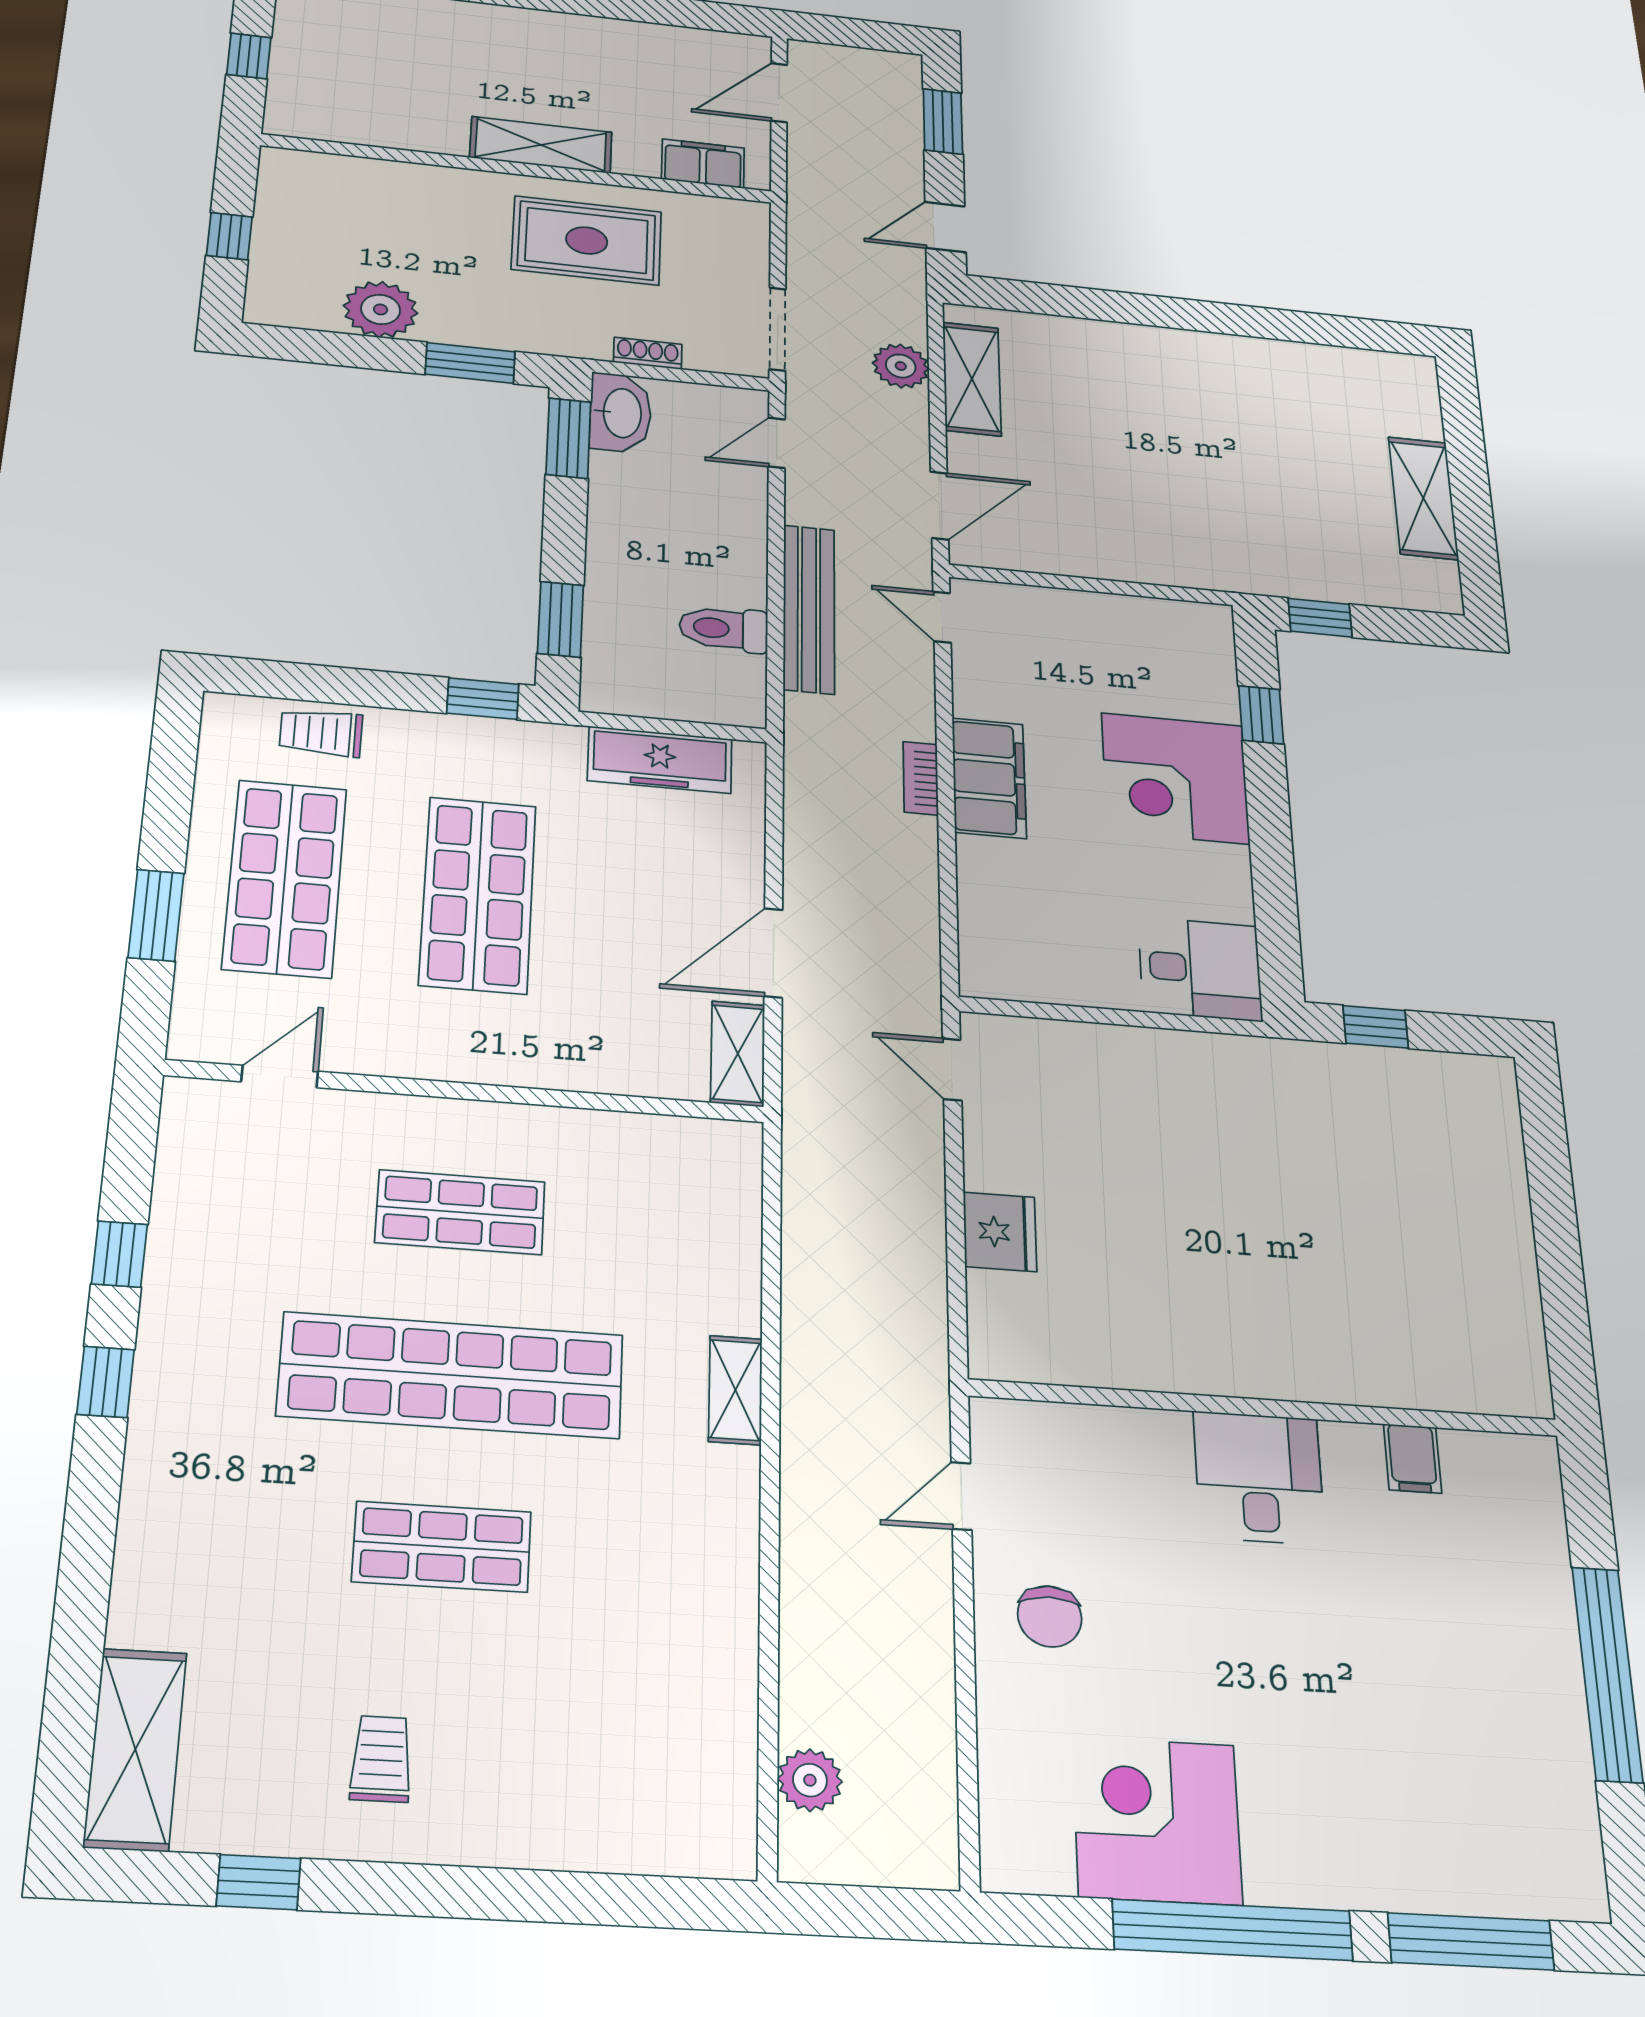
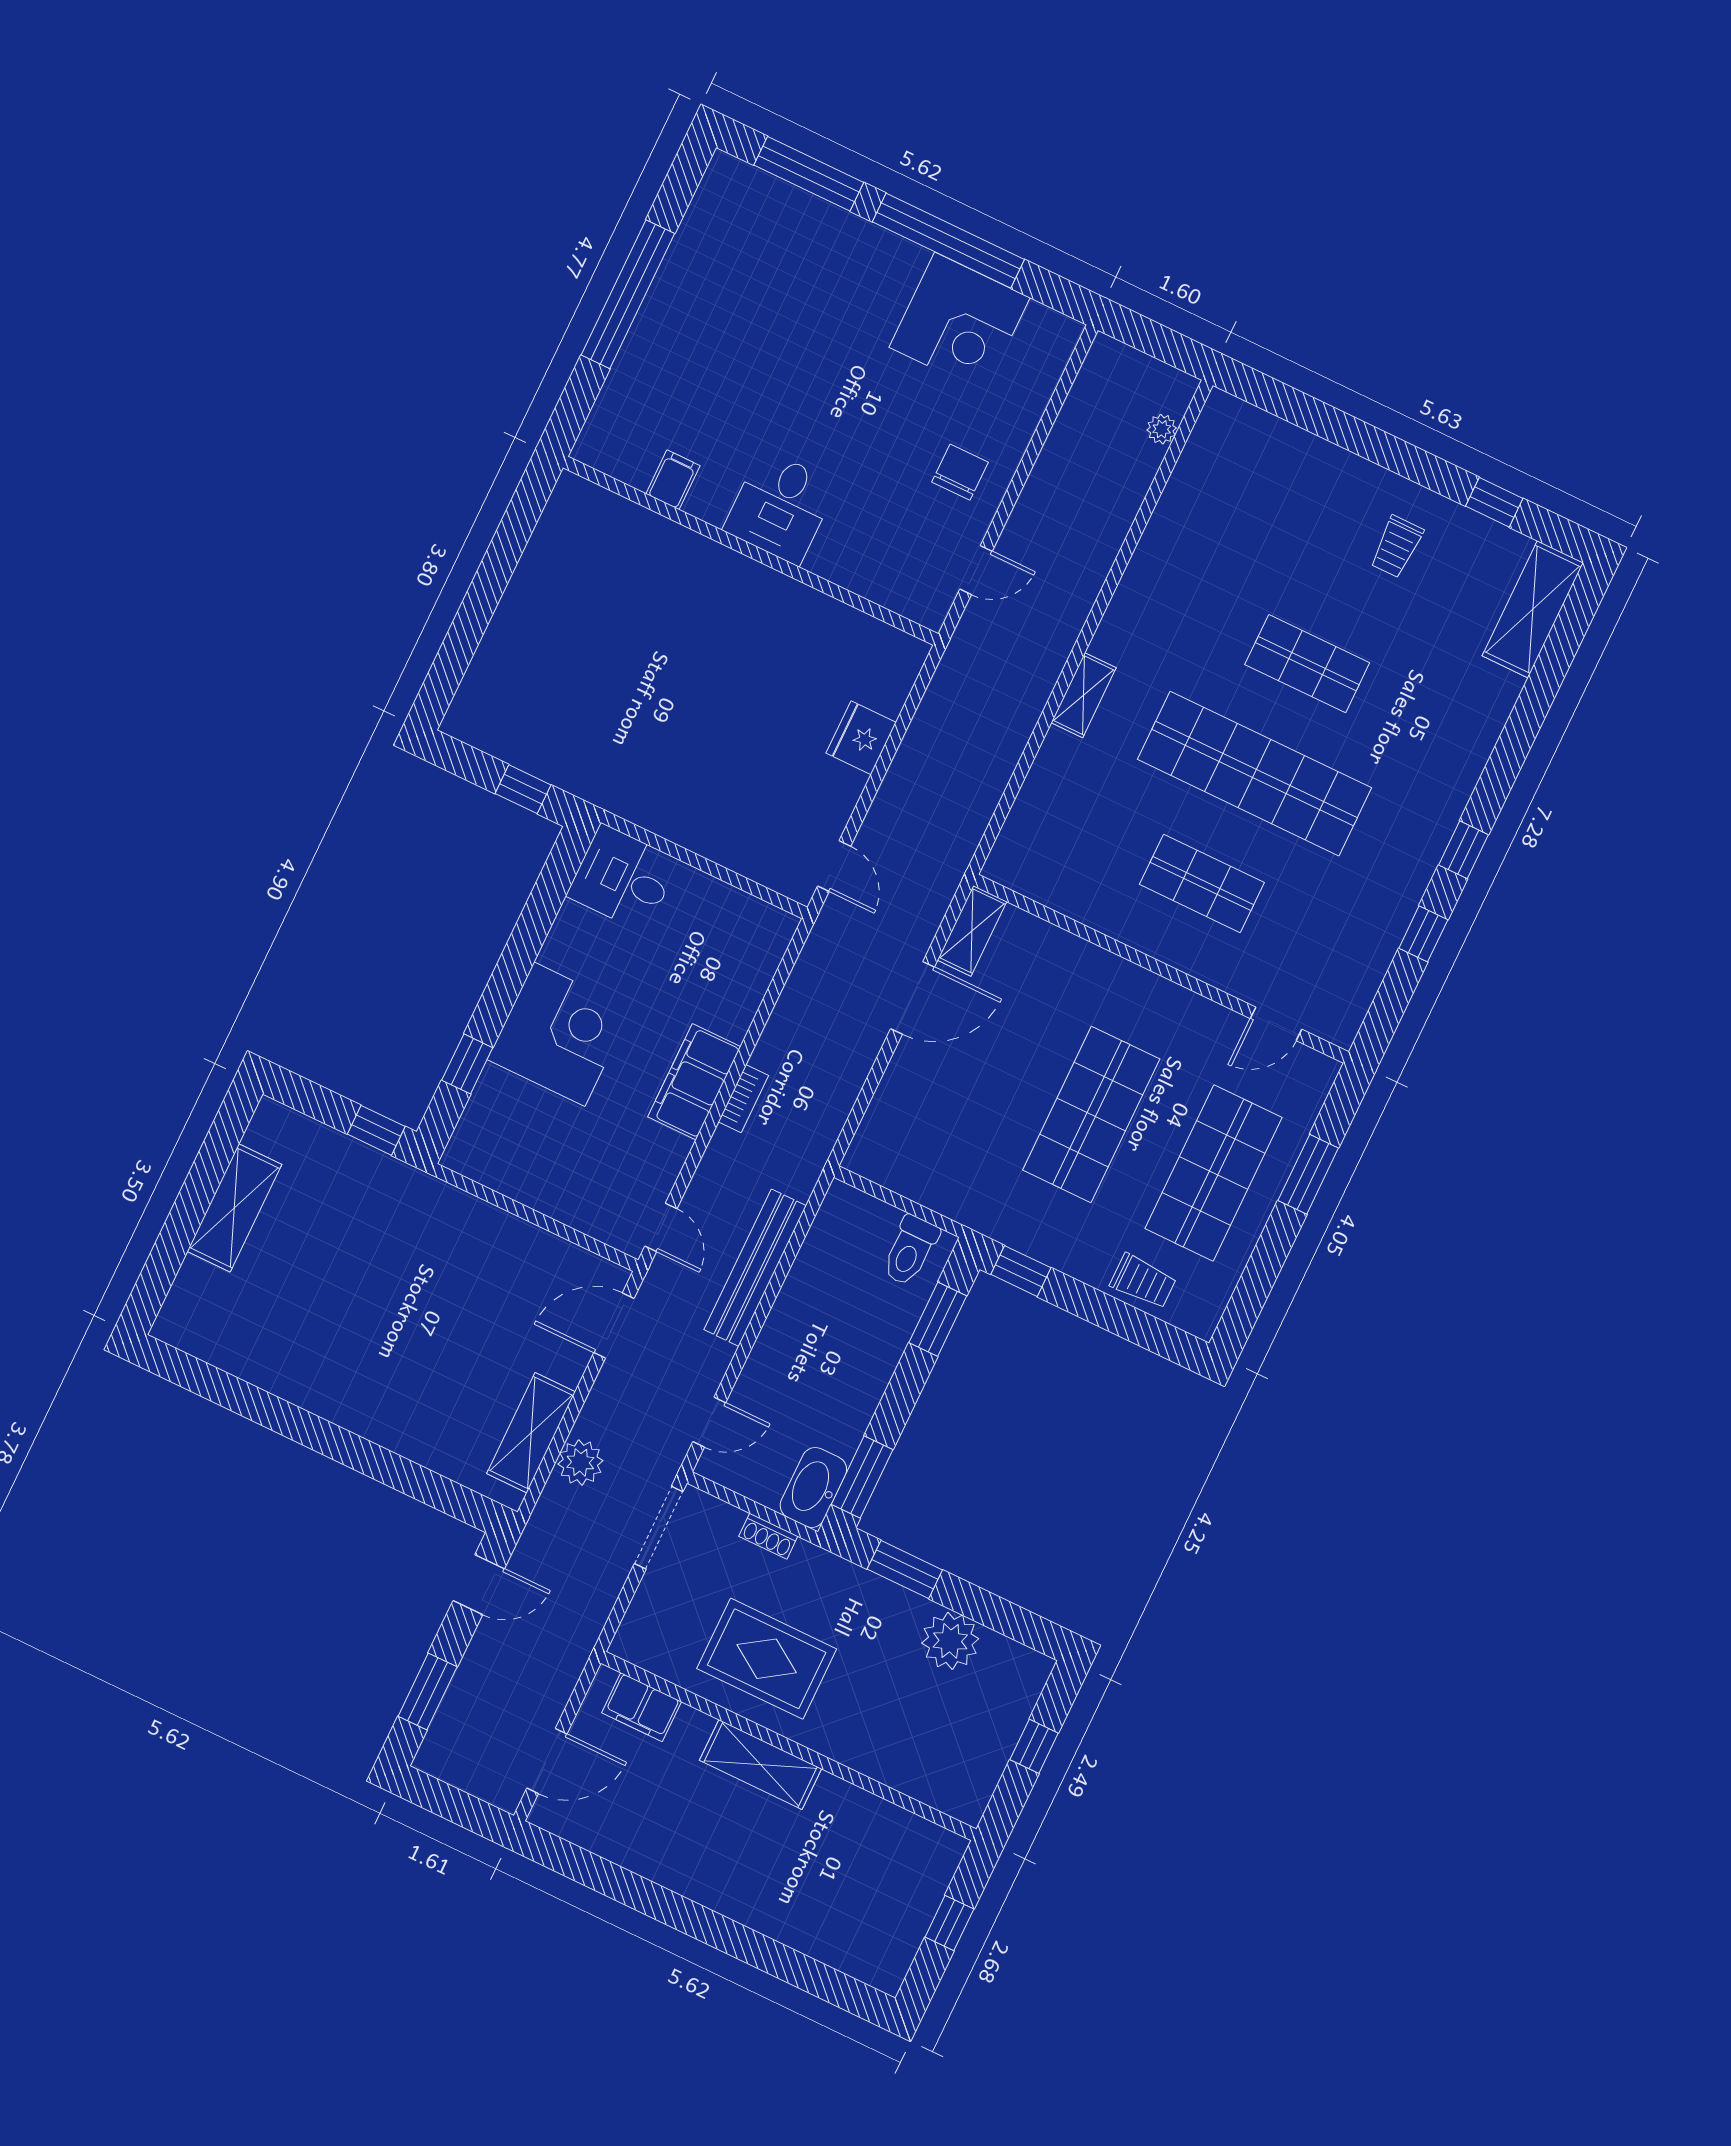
toilet: (724, 629) -> (910, 1251), moved, turned 90
freezer: (660, 760) -> (920, 1178), removed
plant: (810, 1780) -> (1162, 429), width x0.73, depth x0.73

